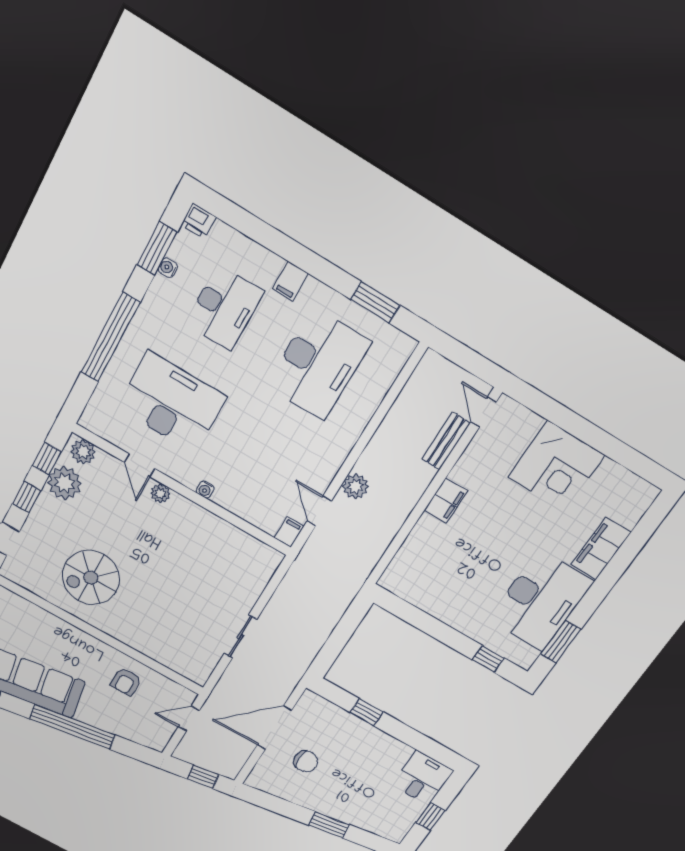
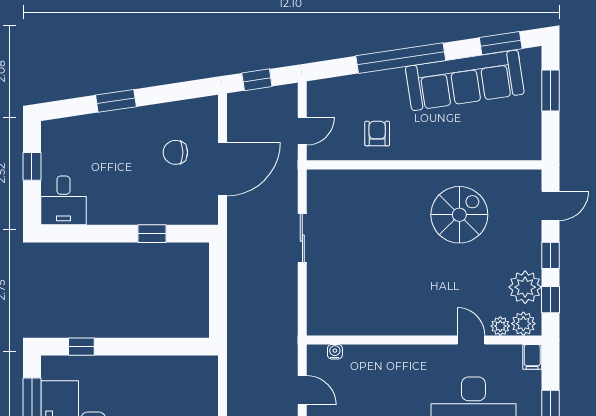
water cooler: (205, 490) -> (335, 352), moved
plant: (160, 493) -> (500, 326), moved
filing cabinet: (289, 532) -> (532, 357), moved

